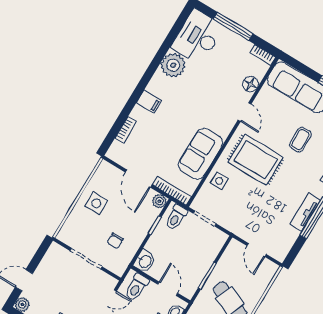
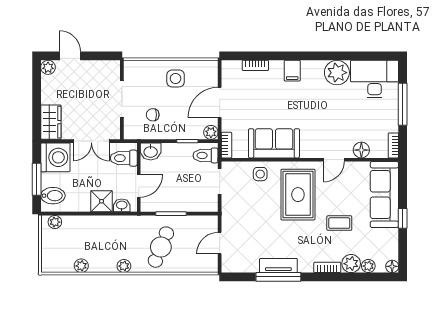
bookcase: (172, 191) -> (227, 145), width x0.64

